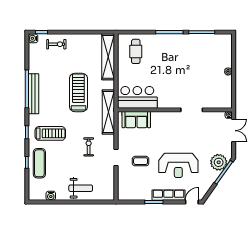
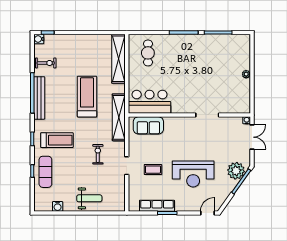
exercise bike: (56, 44) -> (46, 63), moved
row of seats: (168, 195) -> (157, 206), moved

